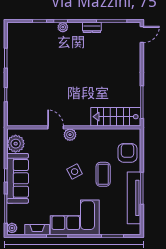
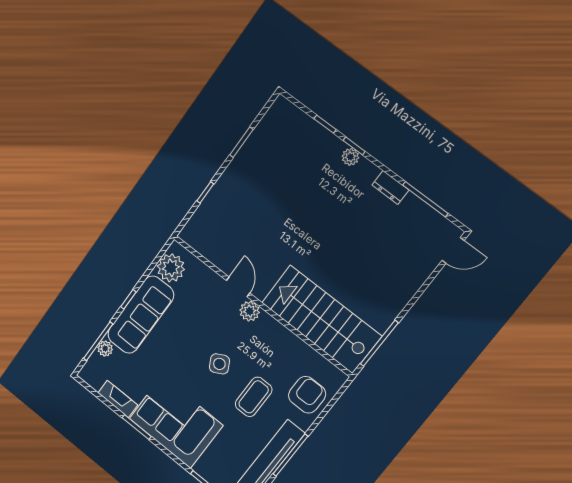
stairs: (116, 117) -> (321, 319), width x1.36, depth x1.51
plant: (12, 228) -> (105, 348), moved

